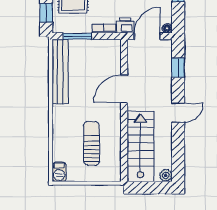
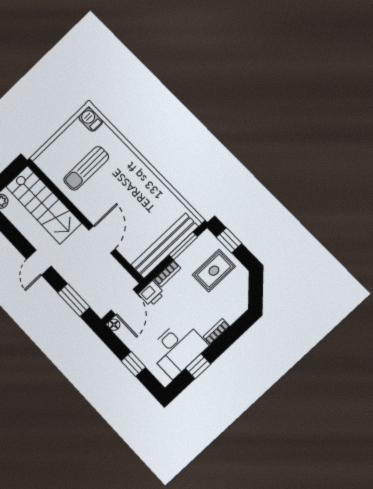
window: (178, 68) -> (74, 300), width x1.50
bench: (60, 72) -> (165, 246), moved, turned 90
sun lounger: (91, 143) -> (86, 168), turned 90

